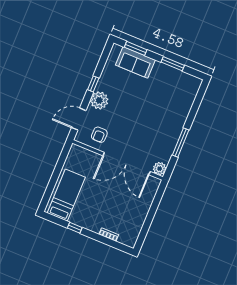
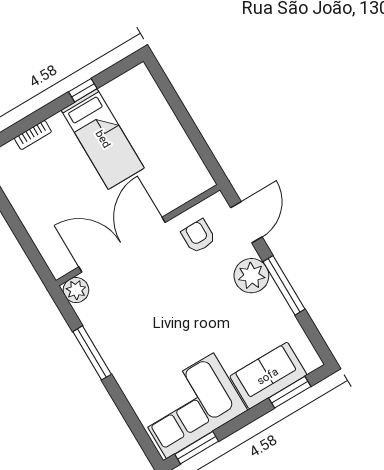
window: (173, 64) -> (197, 448), moved
window: (93, 84) -> (284, 285), width x2.17
corner sofa: (172, 86) -> (190, 406), added
bed: (66, 195) -> (103, 139), moved

